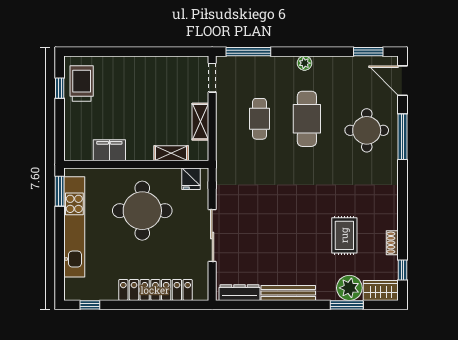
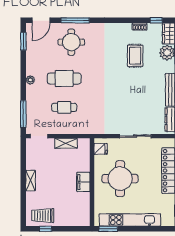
filing cabinet: (109, 150) -> (83, 182), moved
shelving: (171, 153) -> (31, 181), moved
rug: (344, 235) -> (135, 56), turned 90

